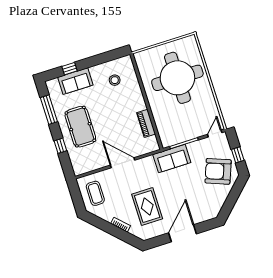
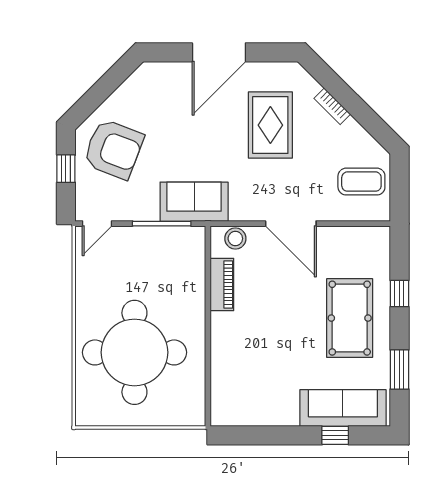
stool: (115, 80) -> (235, 239), moved
sofa: (75, 81) -> (343, 408), width x1.36
window: (49, 110) -> (399, 370), width x0.69
coffee table: (95, 193) -> (361, 182), turned 90

